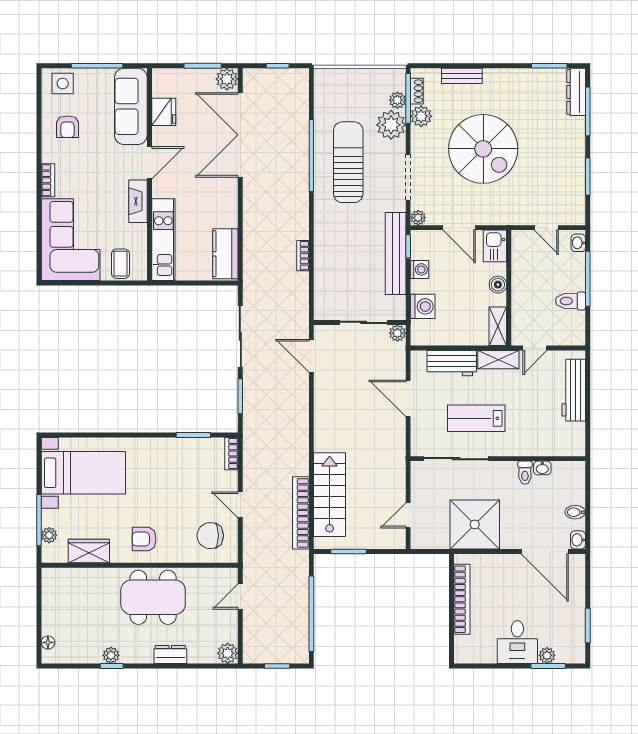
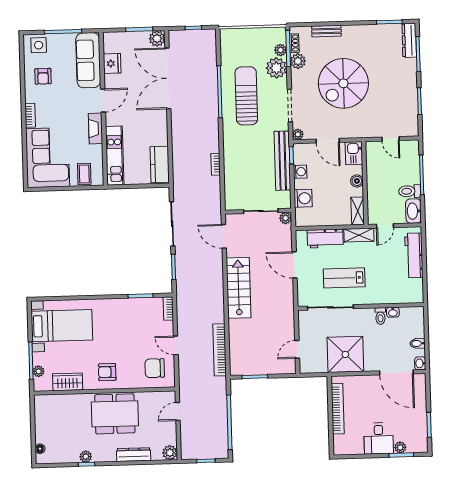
spiral stairs: (483, 149) -> (343, 83), turned 90
washbasin: (578, 243) -> (413, 211), moved, width x1.91, depth x1.45
stairs: (330, 495) -> (239, 288), moved
dresser: (170, 654) -> (134, 455), width x1.44

